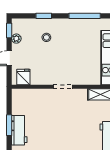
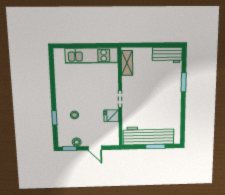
window: (85, 16) -> (52, 79), removed
fridge: (23, 77) -> (111, 116), moved
workbench: (19, 130) -> (148, 136), width x1.88, depth x1.32

